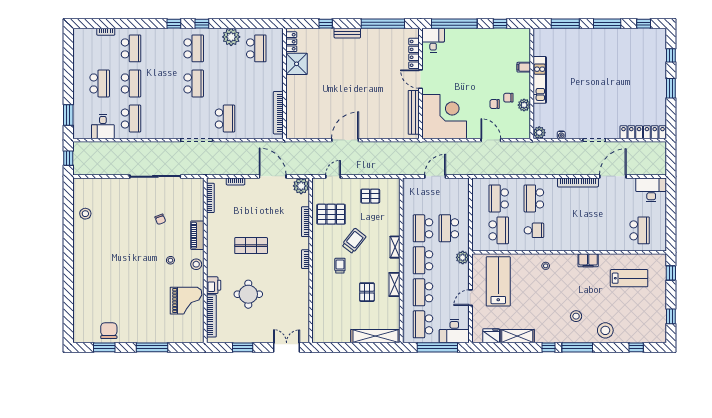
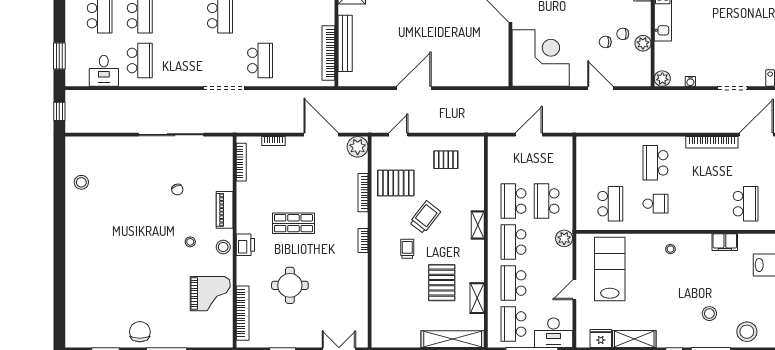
bench: (414, 112) -> (345, 43), moved
school desk: (499, 198) -> (746, 204), moved, turned 180
shelving: (395, 284) -> (477, 298), moved
printer: (214, 285) -> (245, 245), moved
pallet: (367, 292) -> (442, 283), width x1.50, depth x1.42
chair: (109, 331) -> (140, 332), moved

